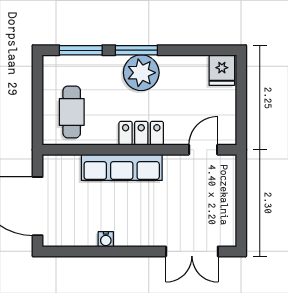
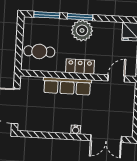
cafe table: (72, 112) -> (39, 51), turned 90
water cooler: (106, 239) -> (76, 130), moved

